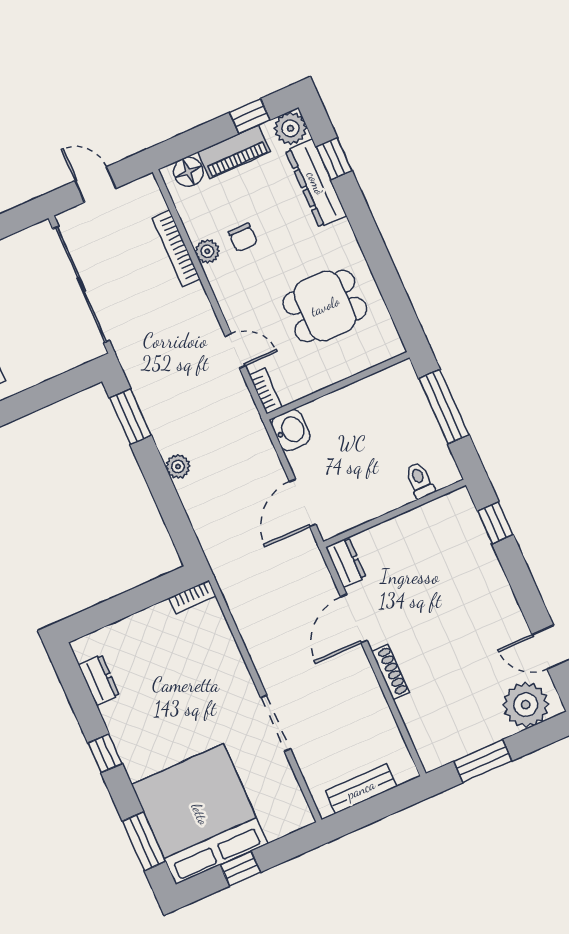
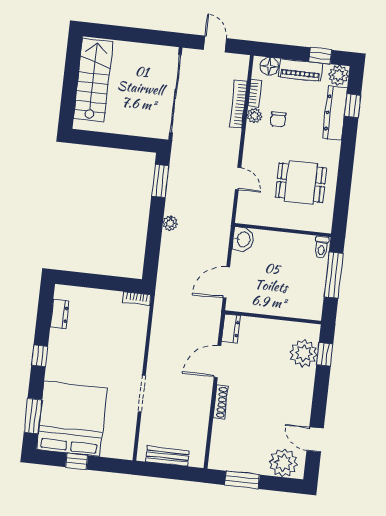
bookcase: (266, 391) -> (255, 93), moved
toilet: (420, 480) -> (321, 247), moved, turned 180
plant: (466, 538) -> (304, 353), added

